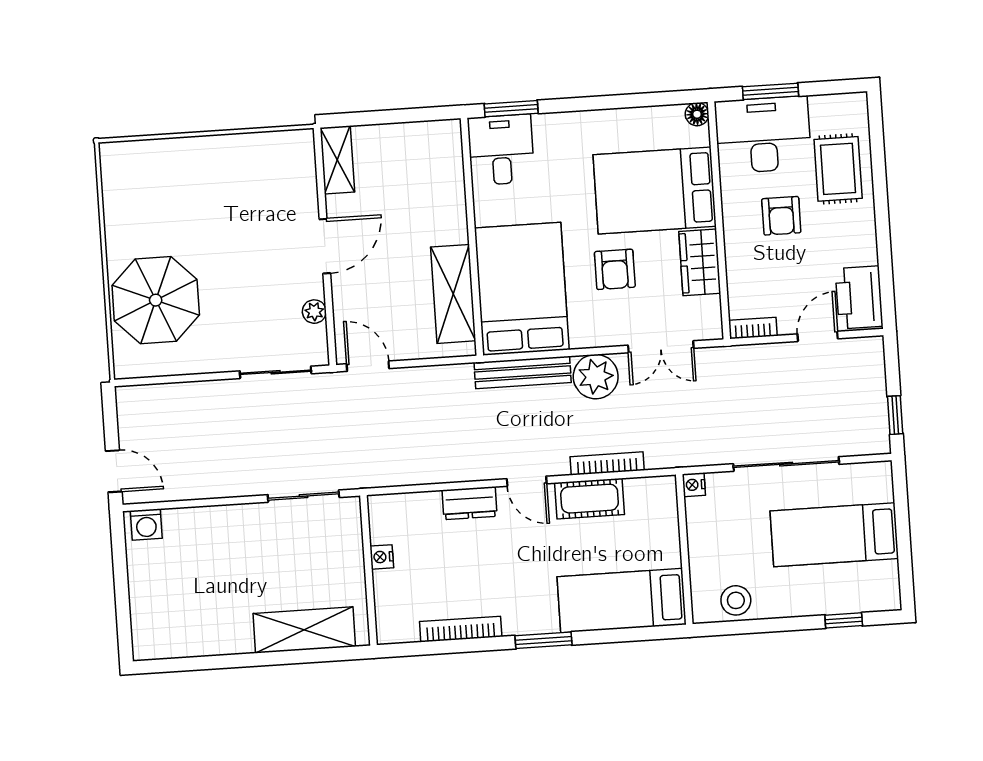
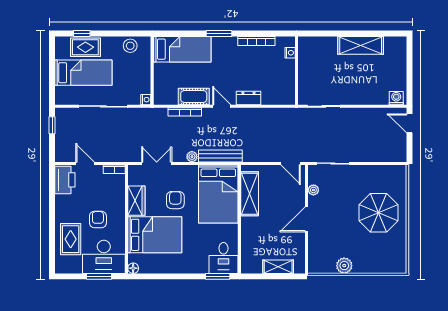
plant: (236, 151) -> (344, 266), added
shelving: (337, 160) -> (278, 267), moved, turned 90
parasol: (156, 300) -> (379, 213), moved
door: (818, 336) -> (85, 163), swing flipped
plant: (596, 377) -> (192, 157), width x0.53, depth x0.53
nightstand: (382, 557) -> (290, 53), moved
rug: (834, 591) -> (85, 47), added
shelving: (304, 630) -> (361, 45), moved

